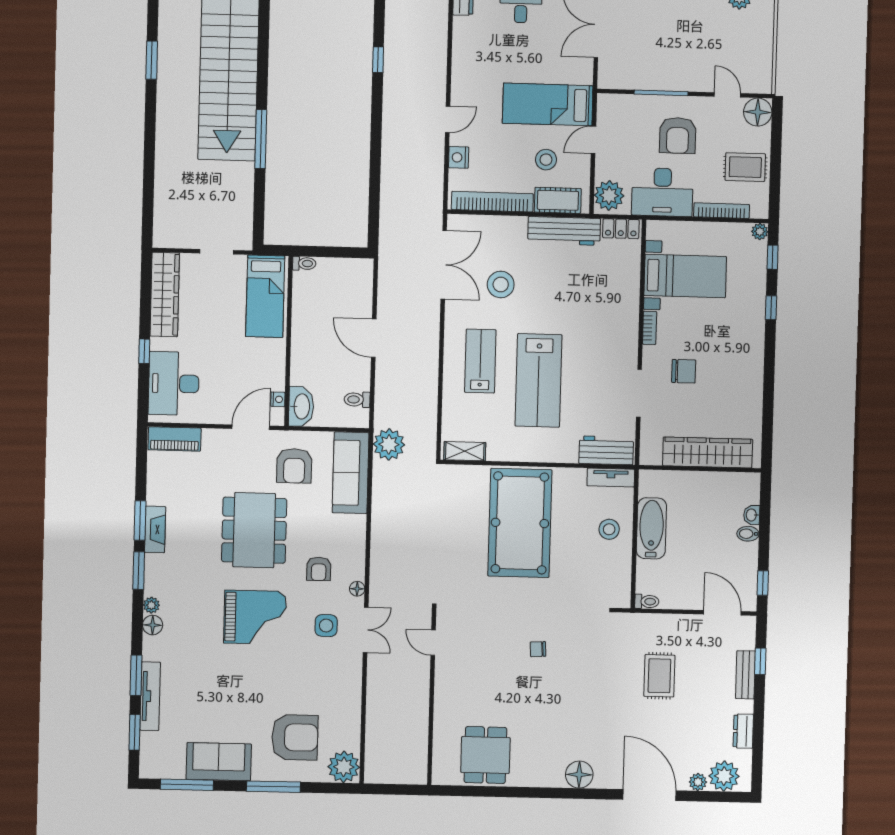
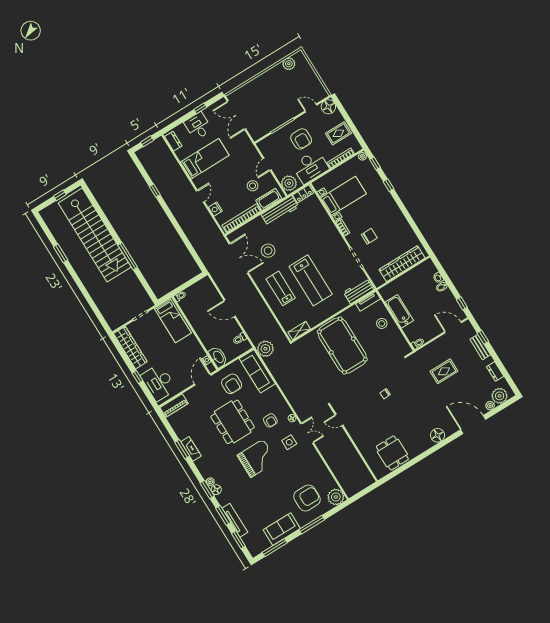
bed: (548, 104) -> (205, 159), moved, turned 180
window: (139, 571) -> (207, 489), moved
rug: (659, 676) -> (444, 371), turned 90

